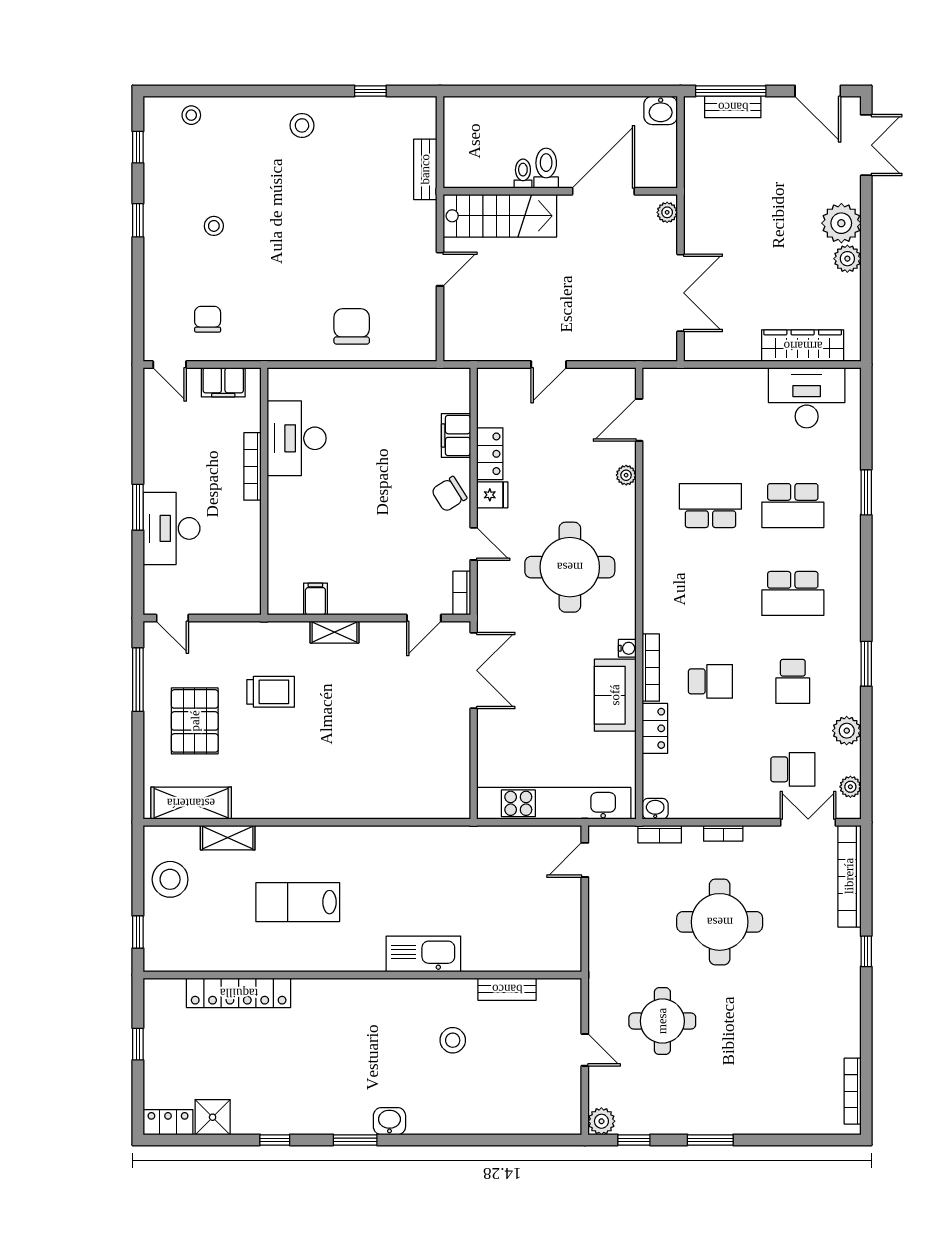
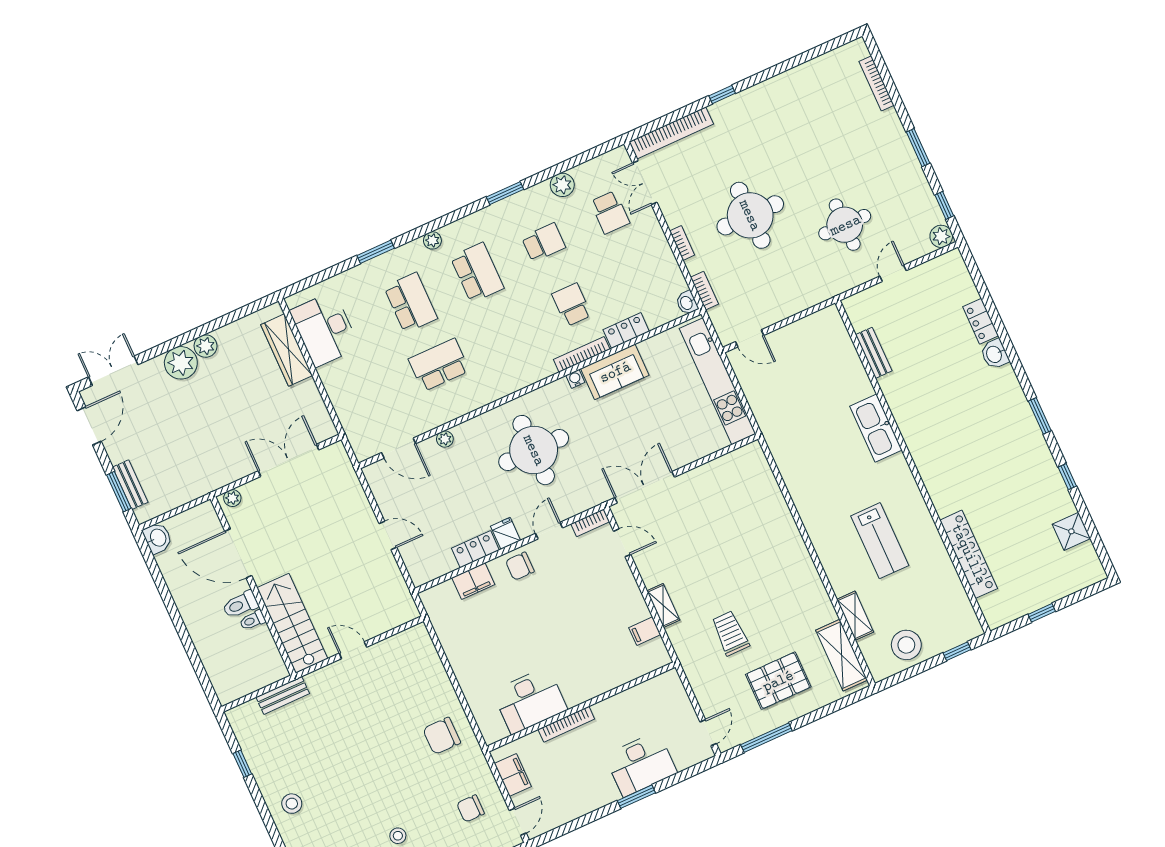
window: (731, 91) -> (119, 492), width x0.69
chair: (352, 326) -> (442, 736), moved
chair: (449, 494) -> (520, 566), turned 122
school desk: (710, 506) -> (439, 365), turned 90
school desk: (793, 769) -> (610, 212), turned 180
plant: (850, 787) -> (432, 240), moved
stool: (453, 1040) -> (931, 376), removed
bookcase: (853, 1091) -> (876, 83), moved, turned 90
washbasin: (389, 1121) -> (995, 354), moved
locker: (168, 1122) -> (981, 321), moved

